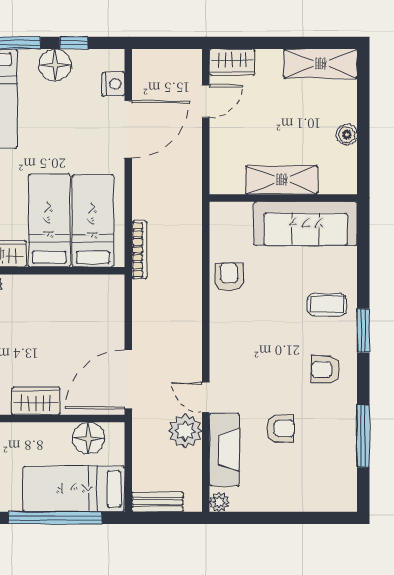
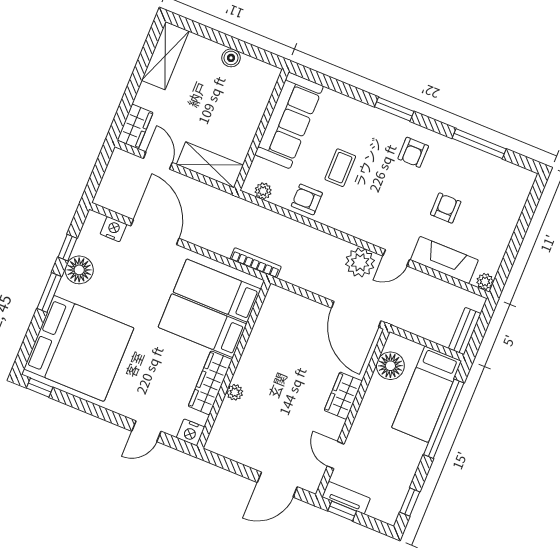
shelving: (282, 180) -> (210, 165), moved, turned 90
plant: (219, 227) -> (263, 191), added
coffee table: (327, 305) -> (340, 168), moved
plant: (185, 431) -> (360, 262), moved

